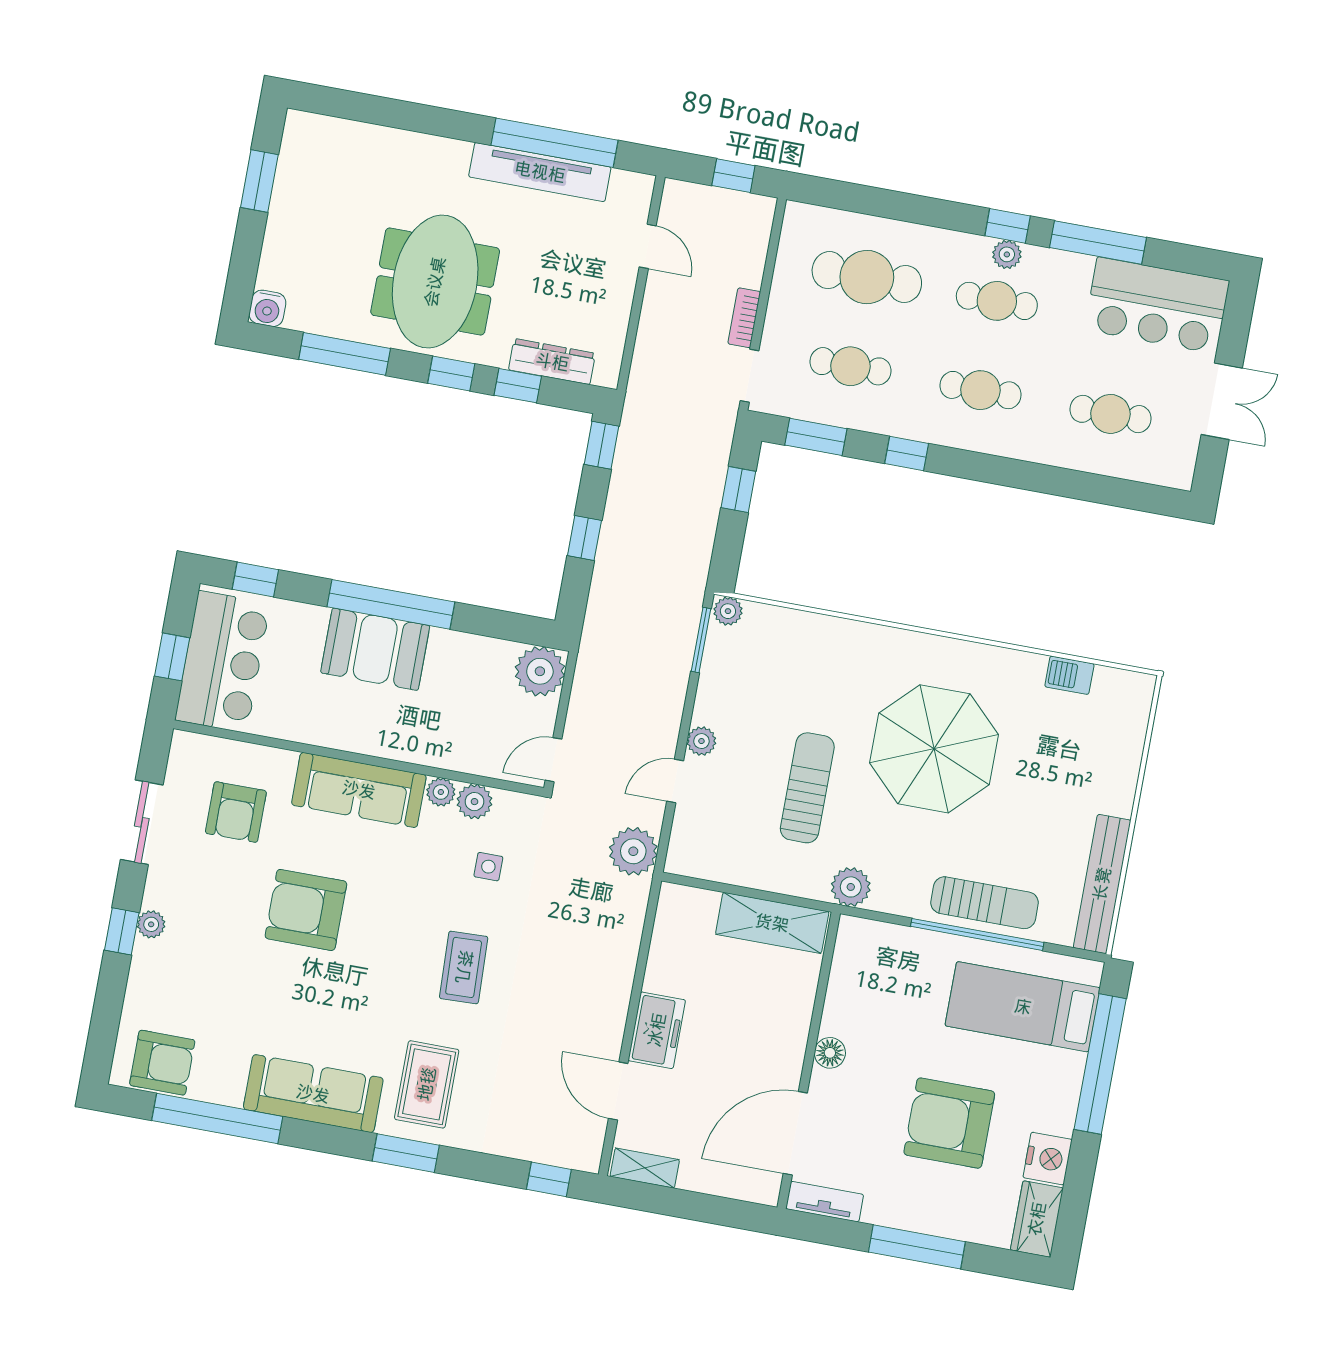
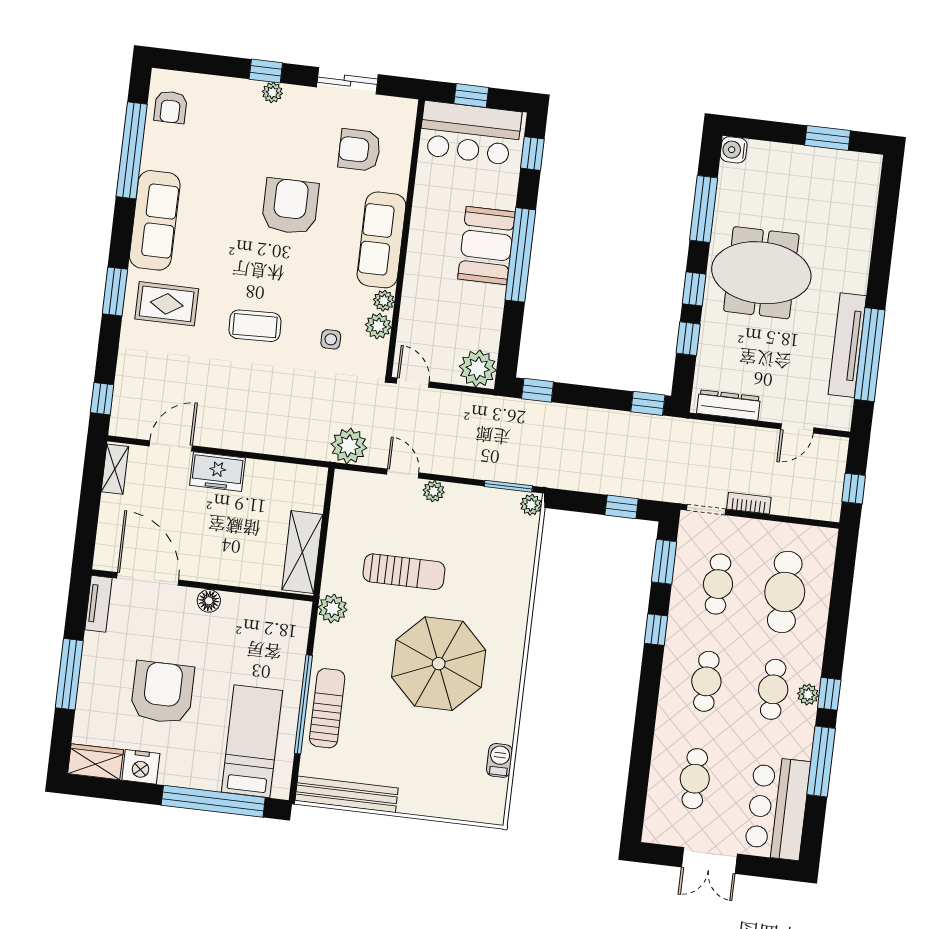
dresser: (552, 362) -> (728, 405), moved, turned -90
window: (584, 538) -> (538, 390), moved
sun lounger: (985, 903) -> (327, 708), turned 180
armchair: (162, 1063) -> (171, 107), width x0.72, depth x0.72

